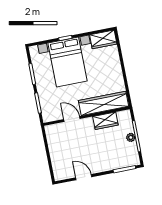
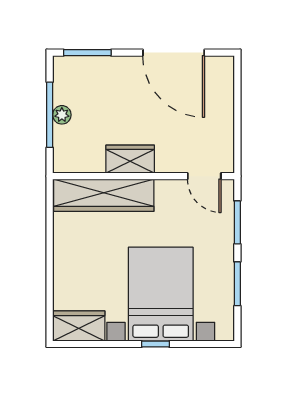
door: (72, 119) -> (204, 176), moved
wardrobe: (105, 121) -> (130, 159), moved
door: (84, 177) -> (174, 53), width x1.87

